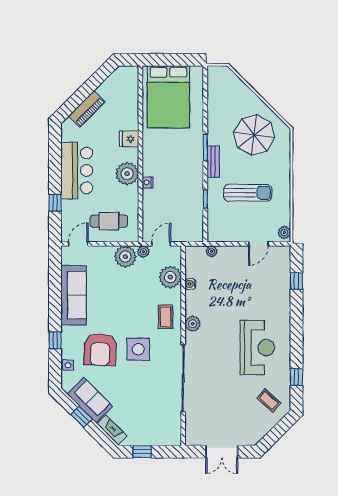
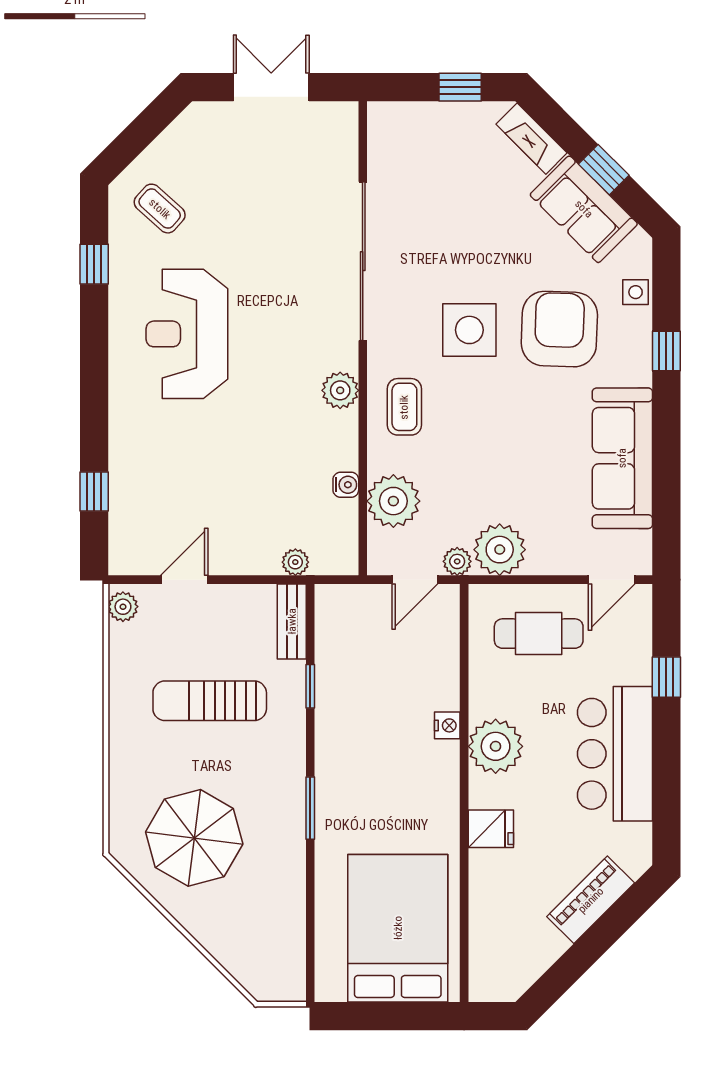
bench: (213, 162) -> (292, 621), moved

